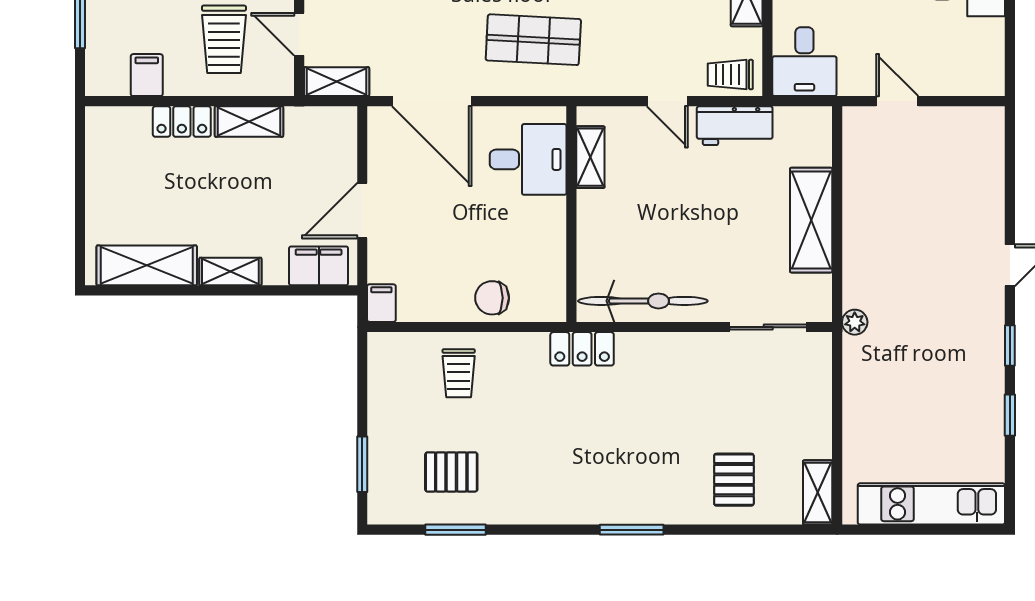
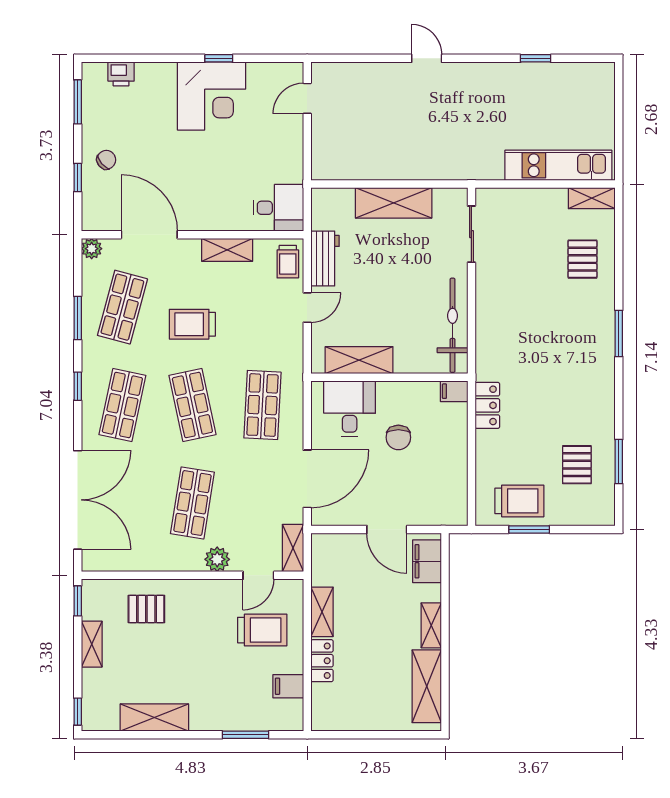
door: (897, 101) -> (307, 98), moved
shelving: (590, 157) -> (359, 360), width x1.50, depth x1.33
chair: (492, 298) -> (398, 437), moved
filing cabinet: (381, 303) -> (454, 391), moved
plant: (855, 322) -> (468, 171), removed
window: (1010, 345) -> (485, 58), removed
locker: (582, 349) -> (487, 405), moved
trolley: (459, 373) -> (519, 501), moved, width x1.36, depth x1.39
window: (362, 464) -> (529, 529), moved
pallet: (734, 480) -> (582, 259), turned 90
kitchen unit: (931, 504) -> (558, 165), moved, turned 90

